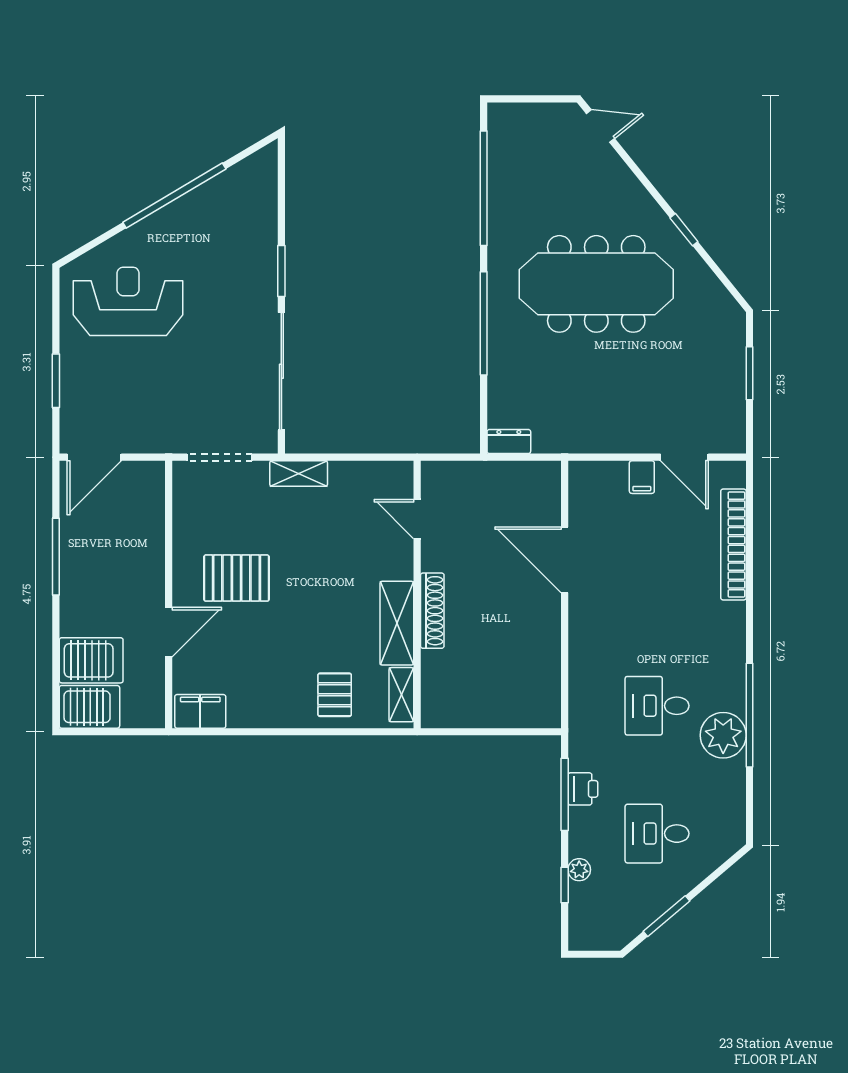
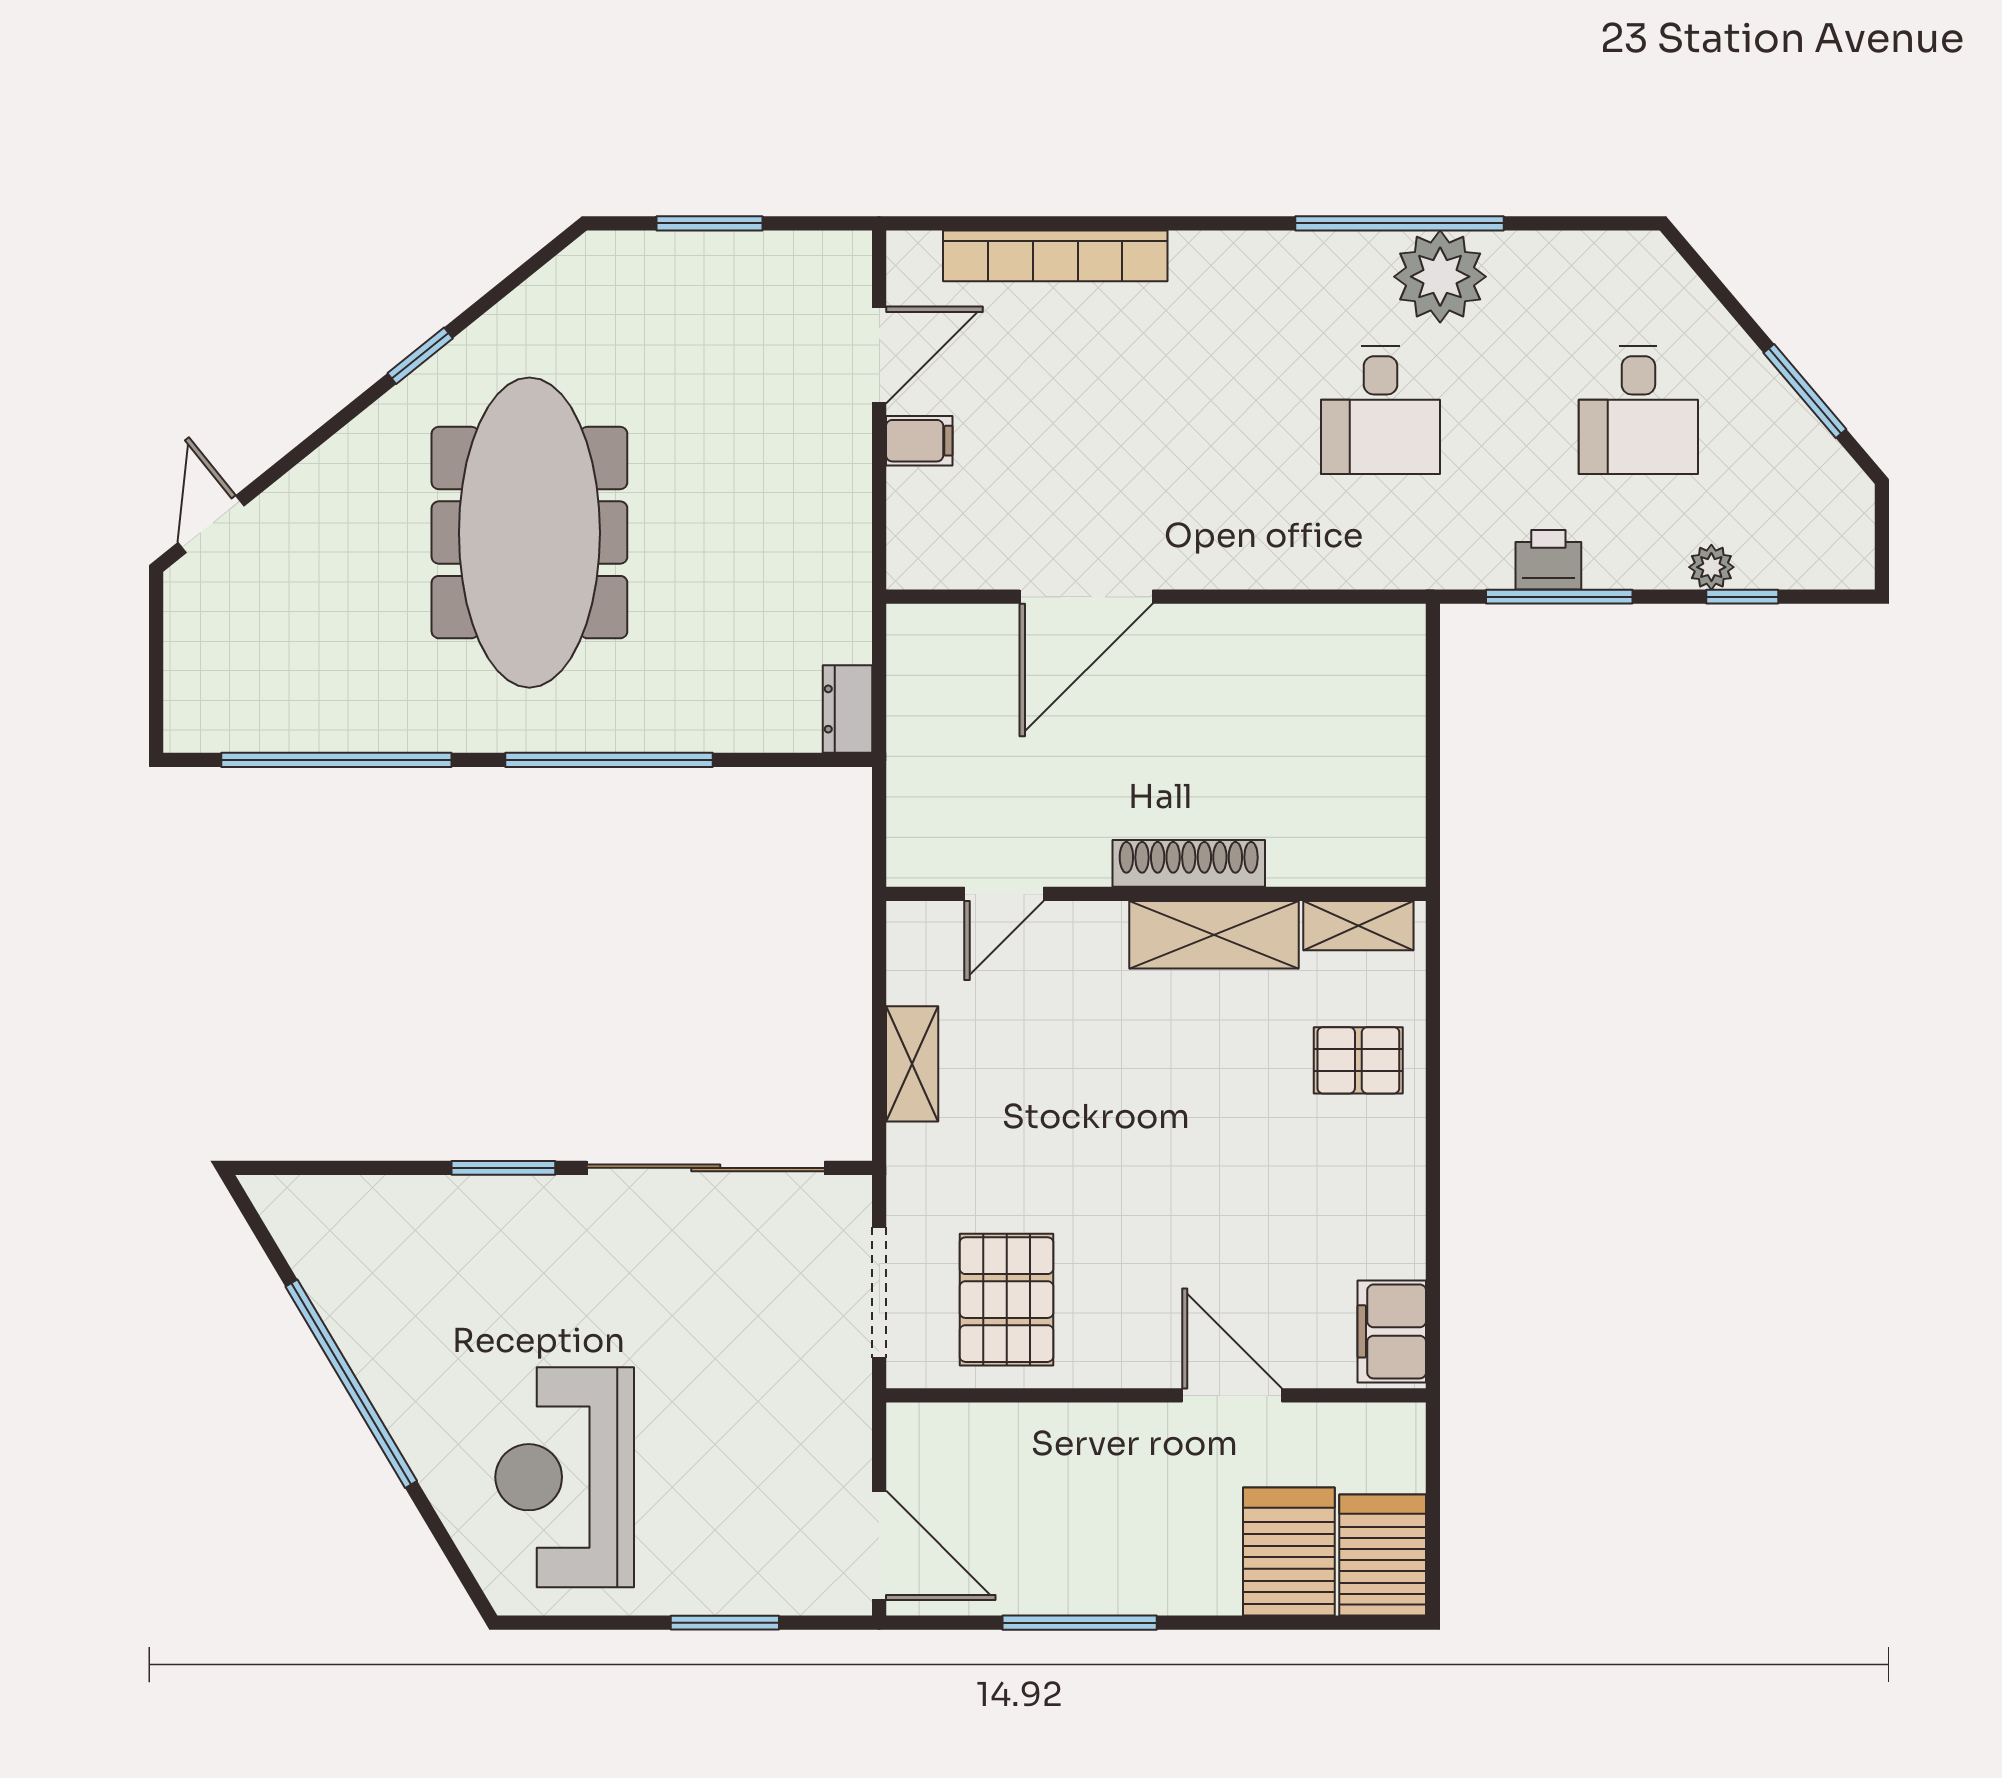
shelving: (299, 474) -> (912, 1064), moved
pallet: (236, 578) -> (1007, 1300), moved

